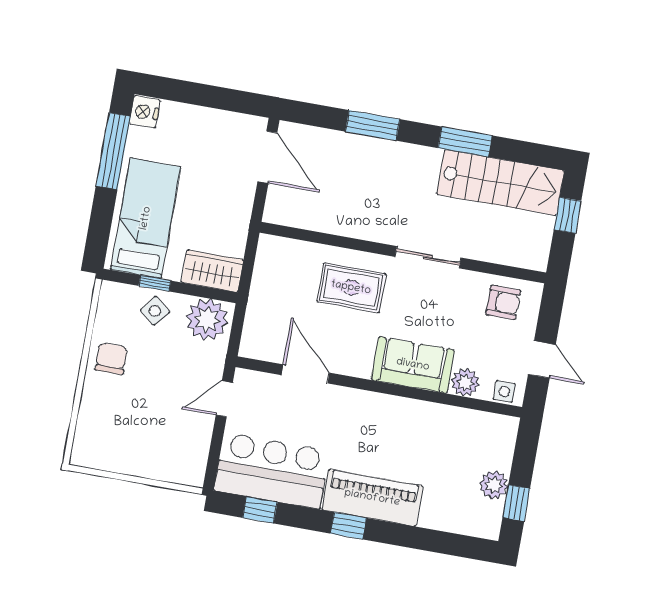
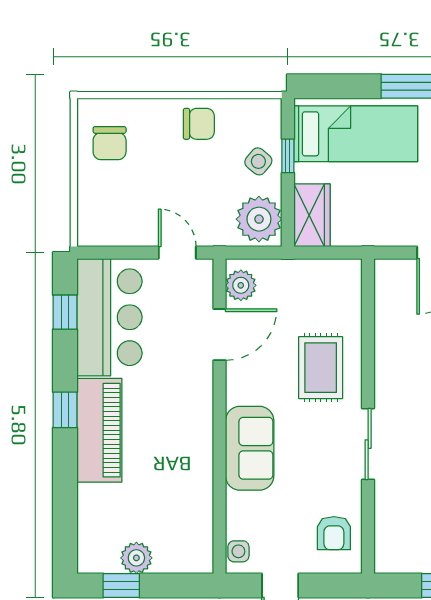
plant: (465, 382) -> (241, 285), moved
chair: (114, 442) -> (110, 143), added

